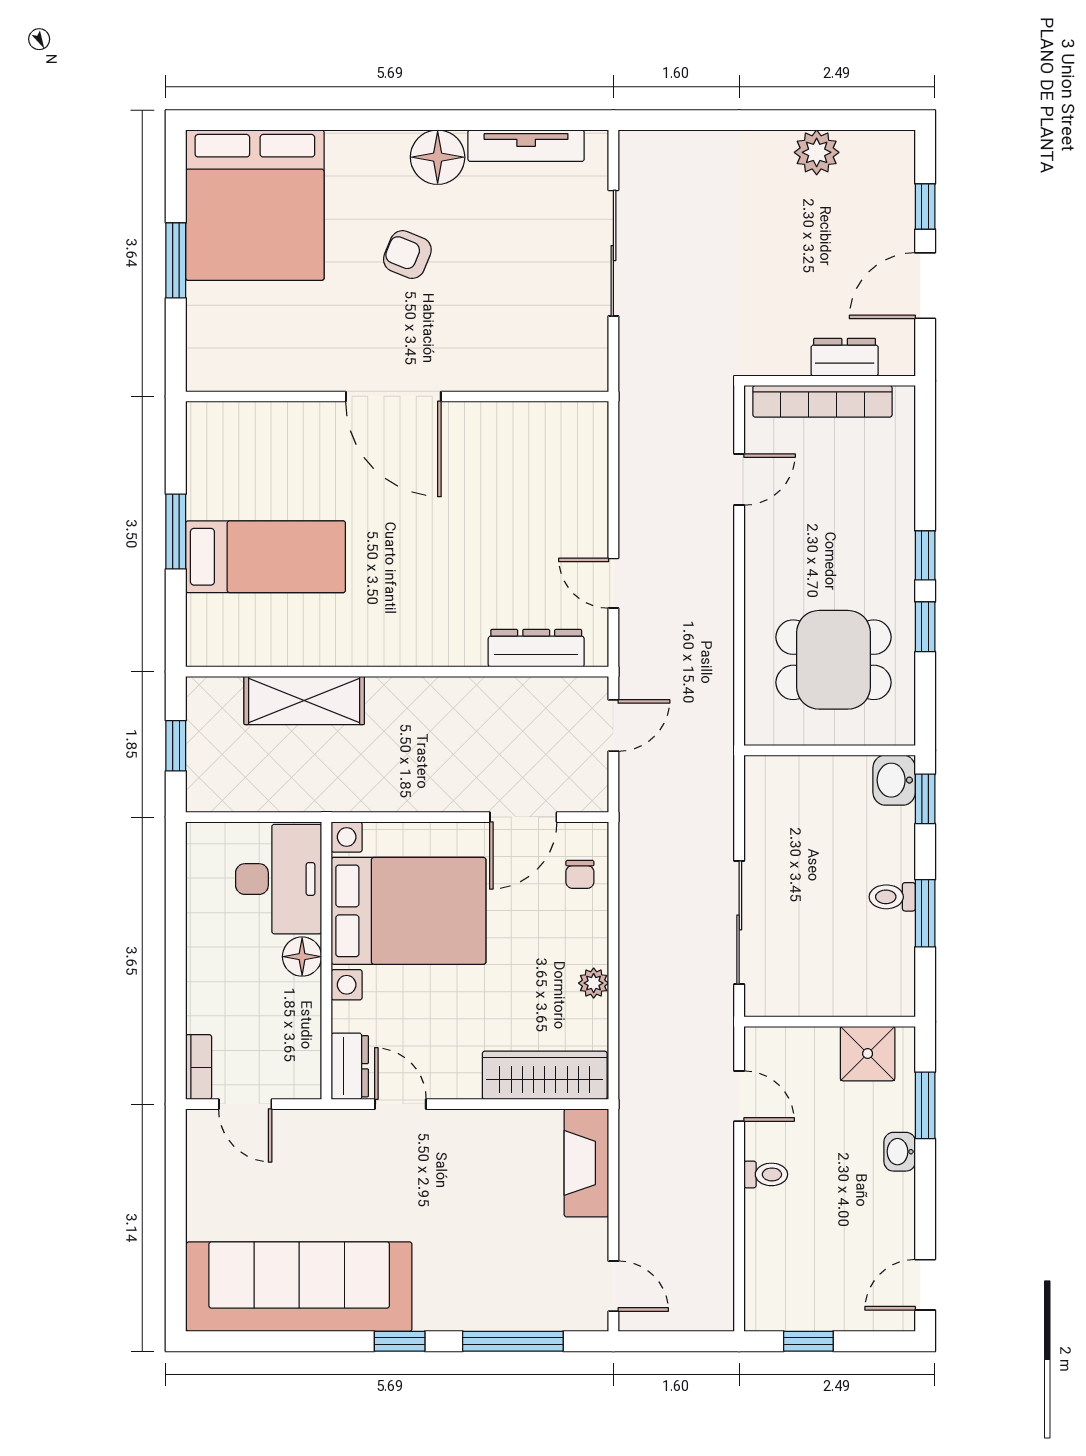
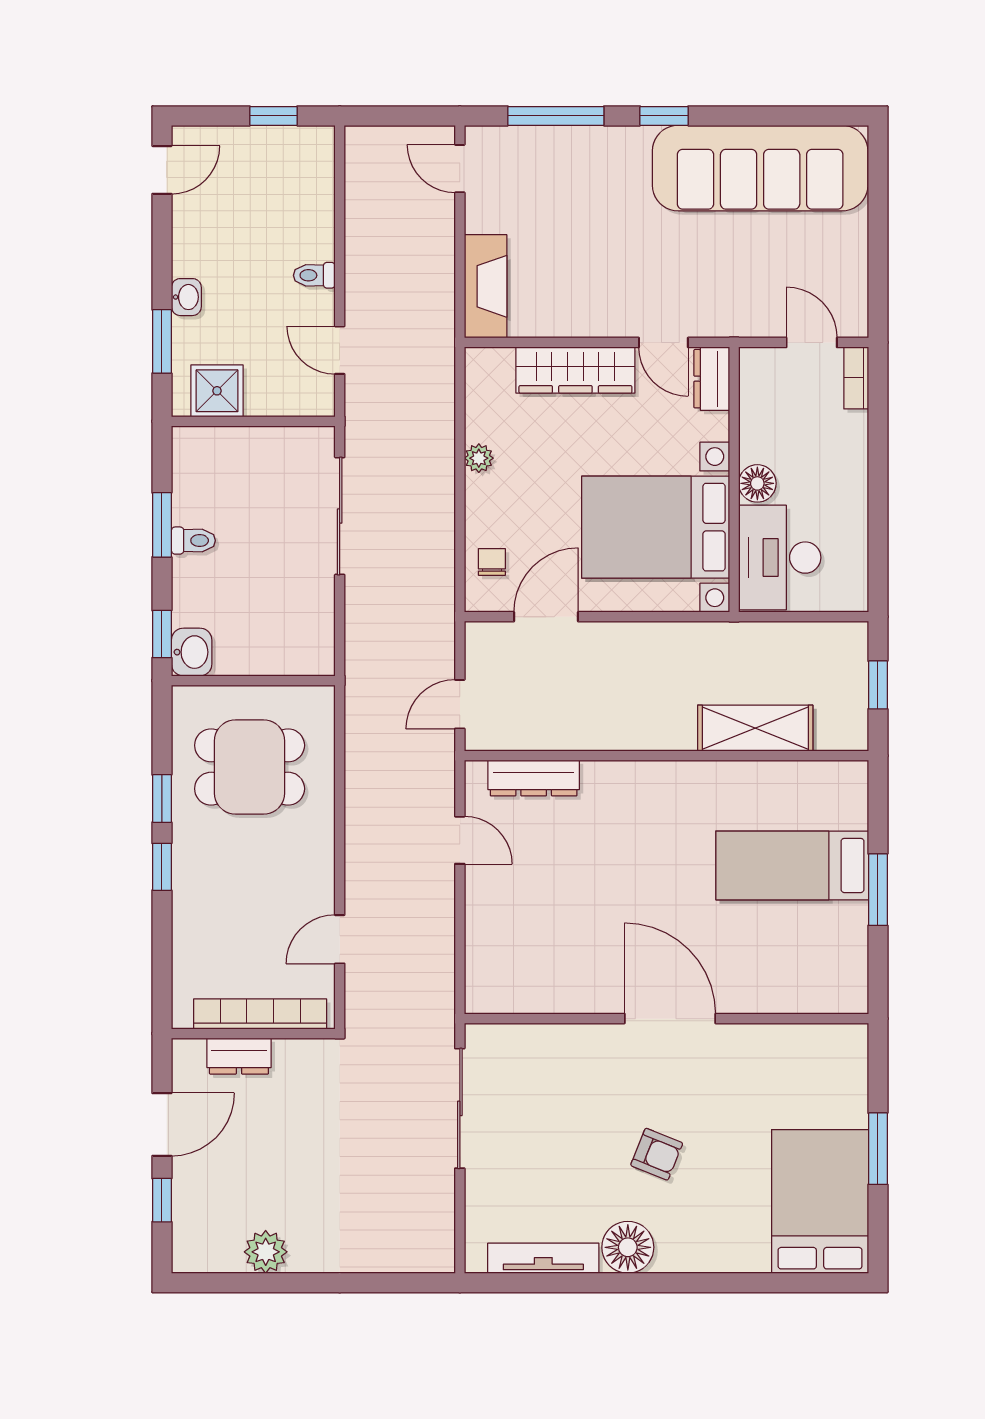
bed: (255, 205) -> (820, 1201), width x0.73
sliding door: (613, 253) -> (460, 1108), moved
wardrobe: (545, 1075) -> (575, 370), moved

